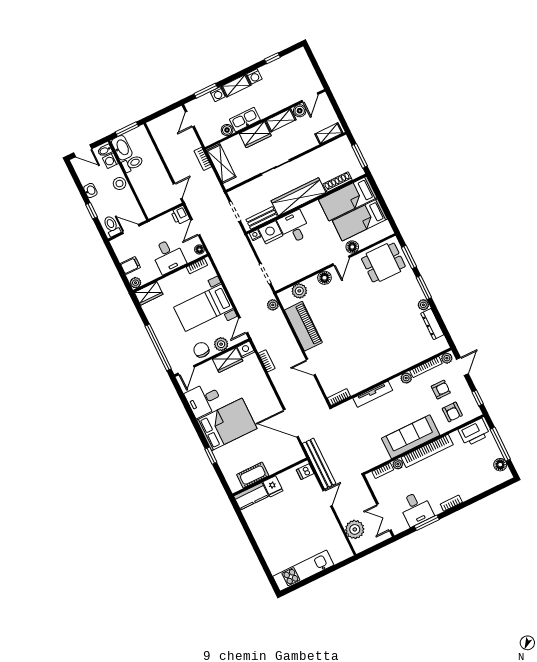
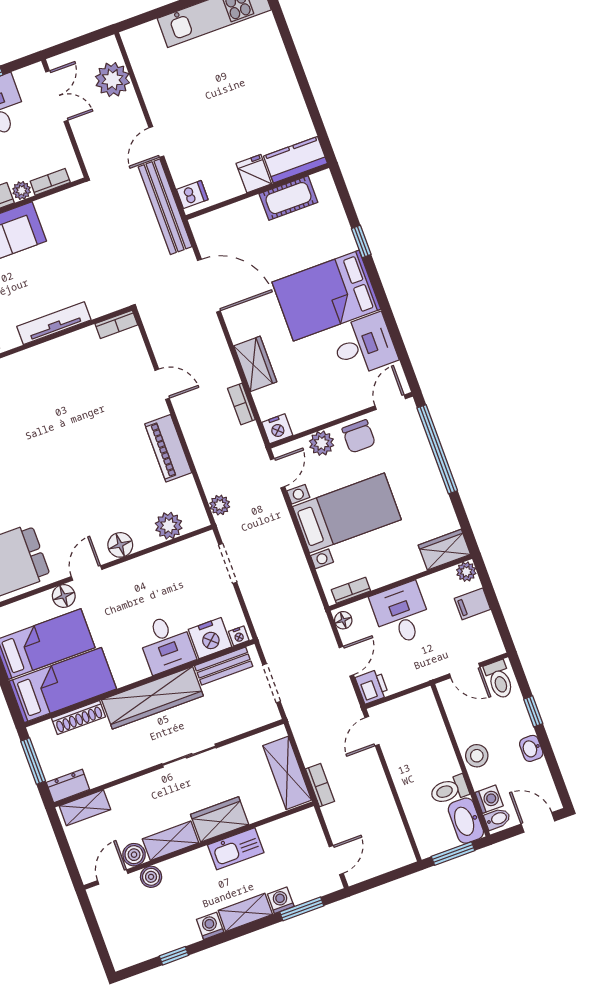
boiler: (227, 130) -> (151, 877), moved
dresser: (339, 144) -> (68, 786), added
piano: (303, 326) -> (168, 448), width x0.73, depth x0.75
wardrobe: (228, 360) -> (255, 364), moved, turned 90

